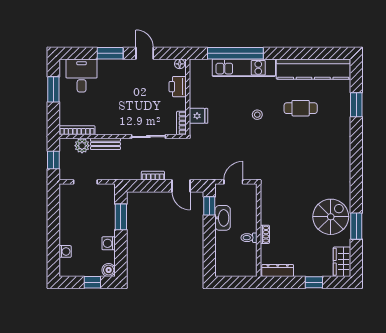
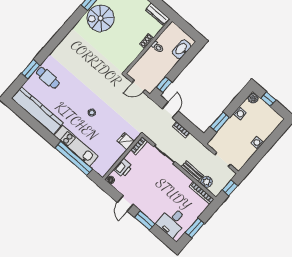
cafe table: (301, 108) -> (48, 78), moved
washbasin: (223, 218) -> (182, 49), moved
washing machine: (65, 251) -> (257, 143), moved

